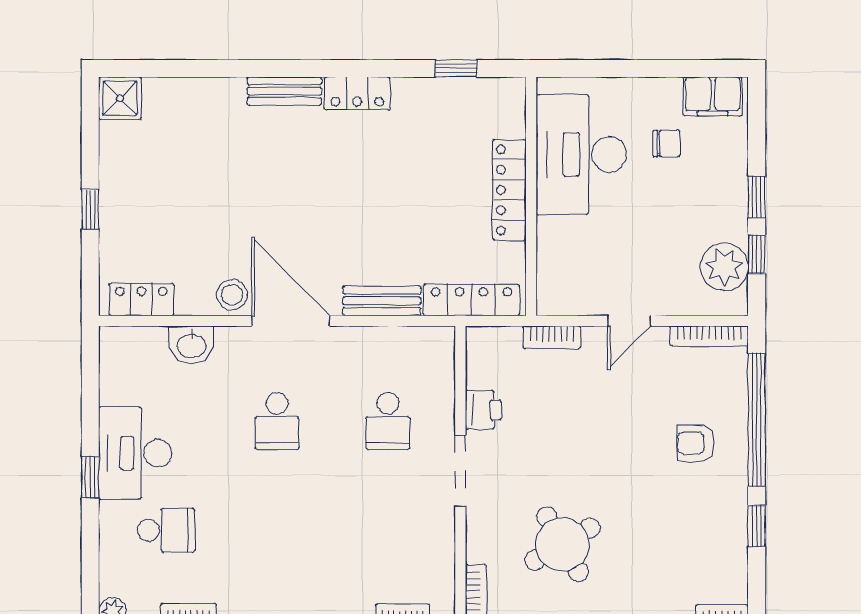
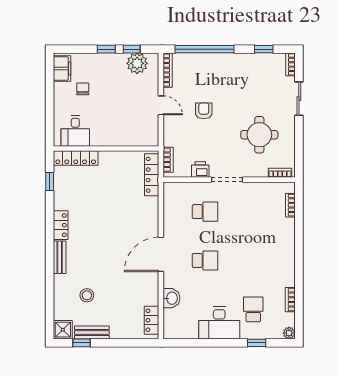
desk: (581, 155) -> (75, 131), width x0.53, depth x0.77
locker: (509, 190) -> (76, 158), moved
window: (90, 210) -> (82, 343), moved
stool: (232, 295) -> (87, 295), moved
bench: (382, 301) -> (92, 333), moved, turned 90
bookcase: (552, 337) -> (168, 160), moved
armchair: (696, 443) -> (204, 111), moved, turned 180
window: (90, 477) -> (257, 343), moved
window: (757, 526) -> (264, 49), moved
round table: (562, 544) -> (259, 135), turned 30

